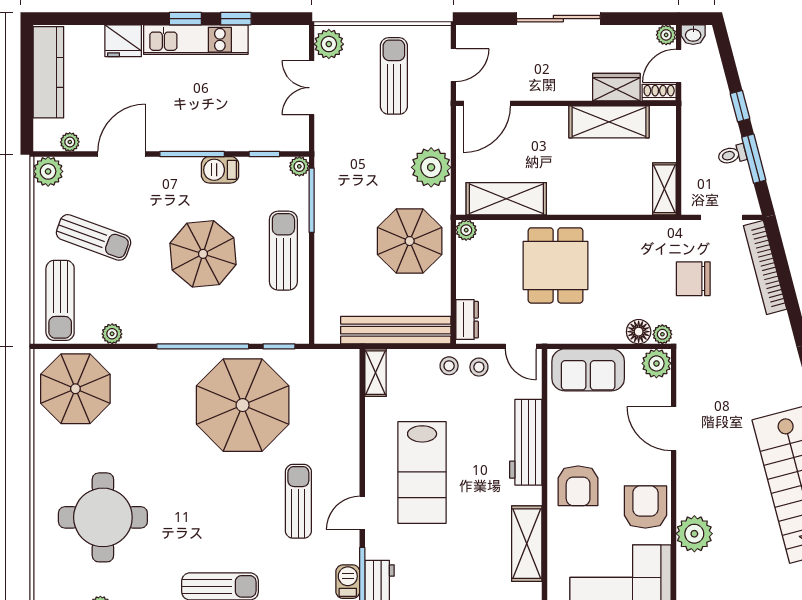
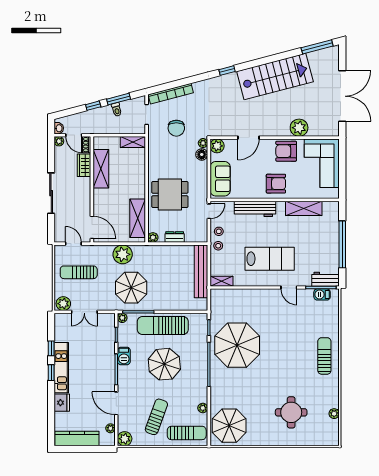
parasol: (410, 241) -> (131, 288), moved
sun lounger: (283, 251) -> (163, 325), width x1.36, depth x1.34
dresser: (467, 320) -> (175, 237), moved
sun lounger: (298, 501) -> (283, 318), removed
round table: (103, 517) -> (291, 412), width x0.73, depth x0.73

